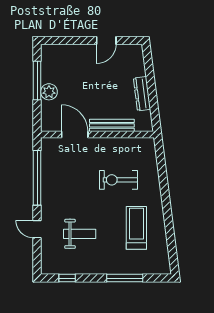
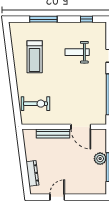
dresser: (142, 94) -> (33, 173), moved
exercise bike: (119, 180) -> (35, 104), moved

